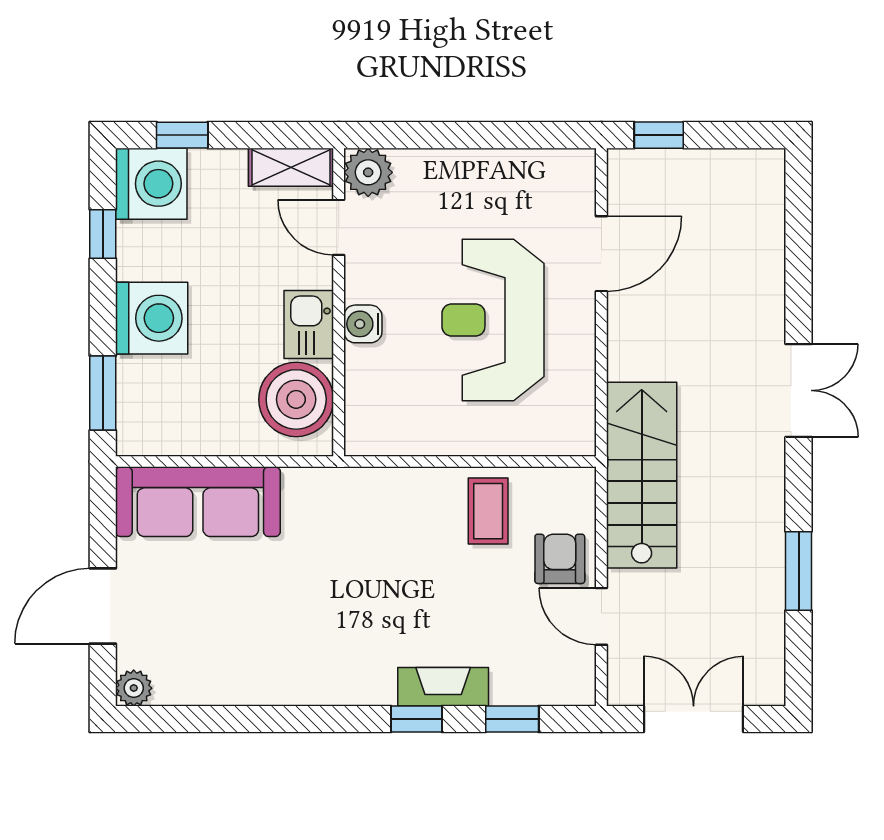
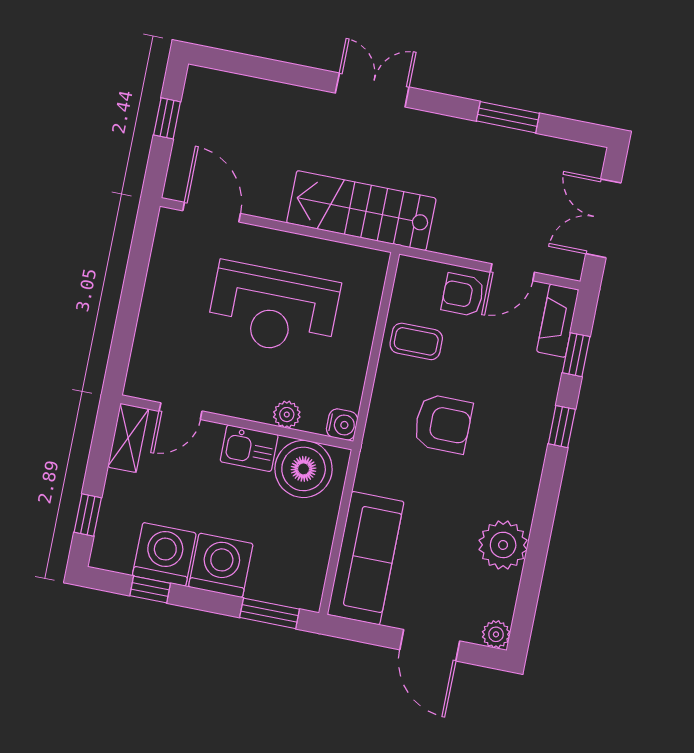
window: (659, 135) -> (167, 118), moved
plant: (368, 172) -> (287, 415), moved, width x0.73, depth x0.73
washing machine: (151, 184) -> (164, 554), moved
door: (601, 254) -> (212, 212), moved
water cooler: (363, 324) -> (342, 425), moved, turned -90
stairs: (642, 475) -> (361, 211), moved
armchair: (390, 566) -> (443, 424), added
plant: (250, 674) -> (503, 545), added
fireplace: (443, 687) -> (558, 321), moved

